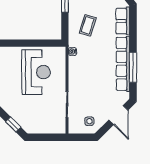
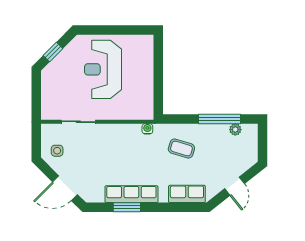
row of seats: (123, 64) -> (131, 194), width x0.73
window: (133, 67) -> (127, 207), width x0.69
reception desk: (36, 72) -> (103, 69), moved, turned 90

